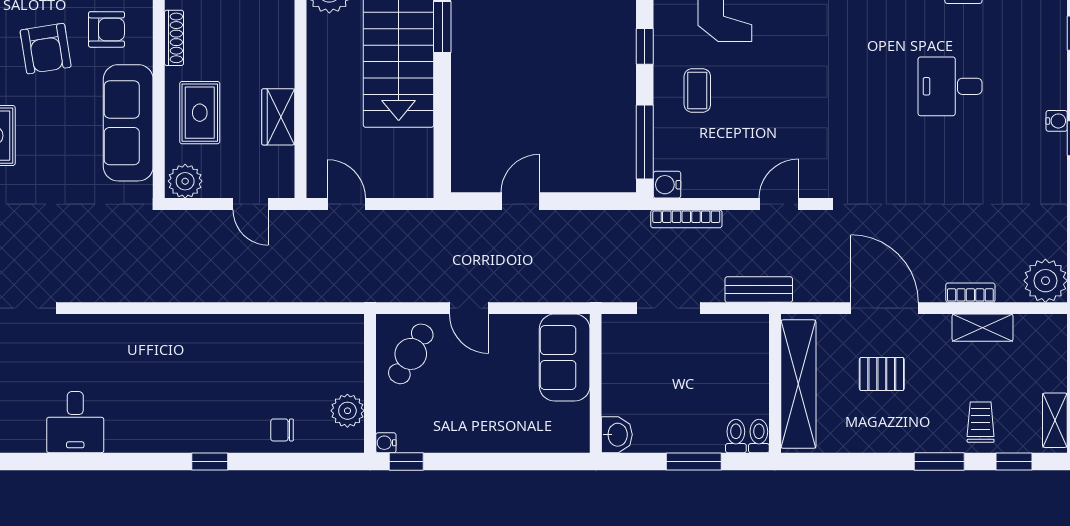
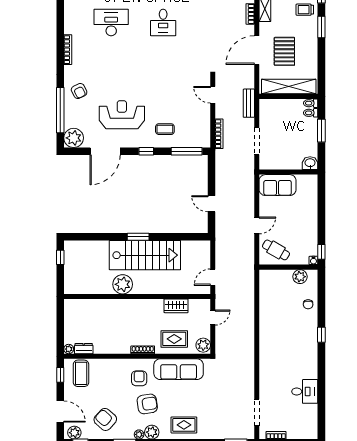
water cooler: (667, 185) -> (205, 142), removed
pallet: (882, 374) -> (284, 51), width x1.50, depth x1.42

